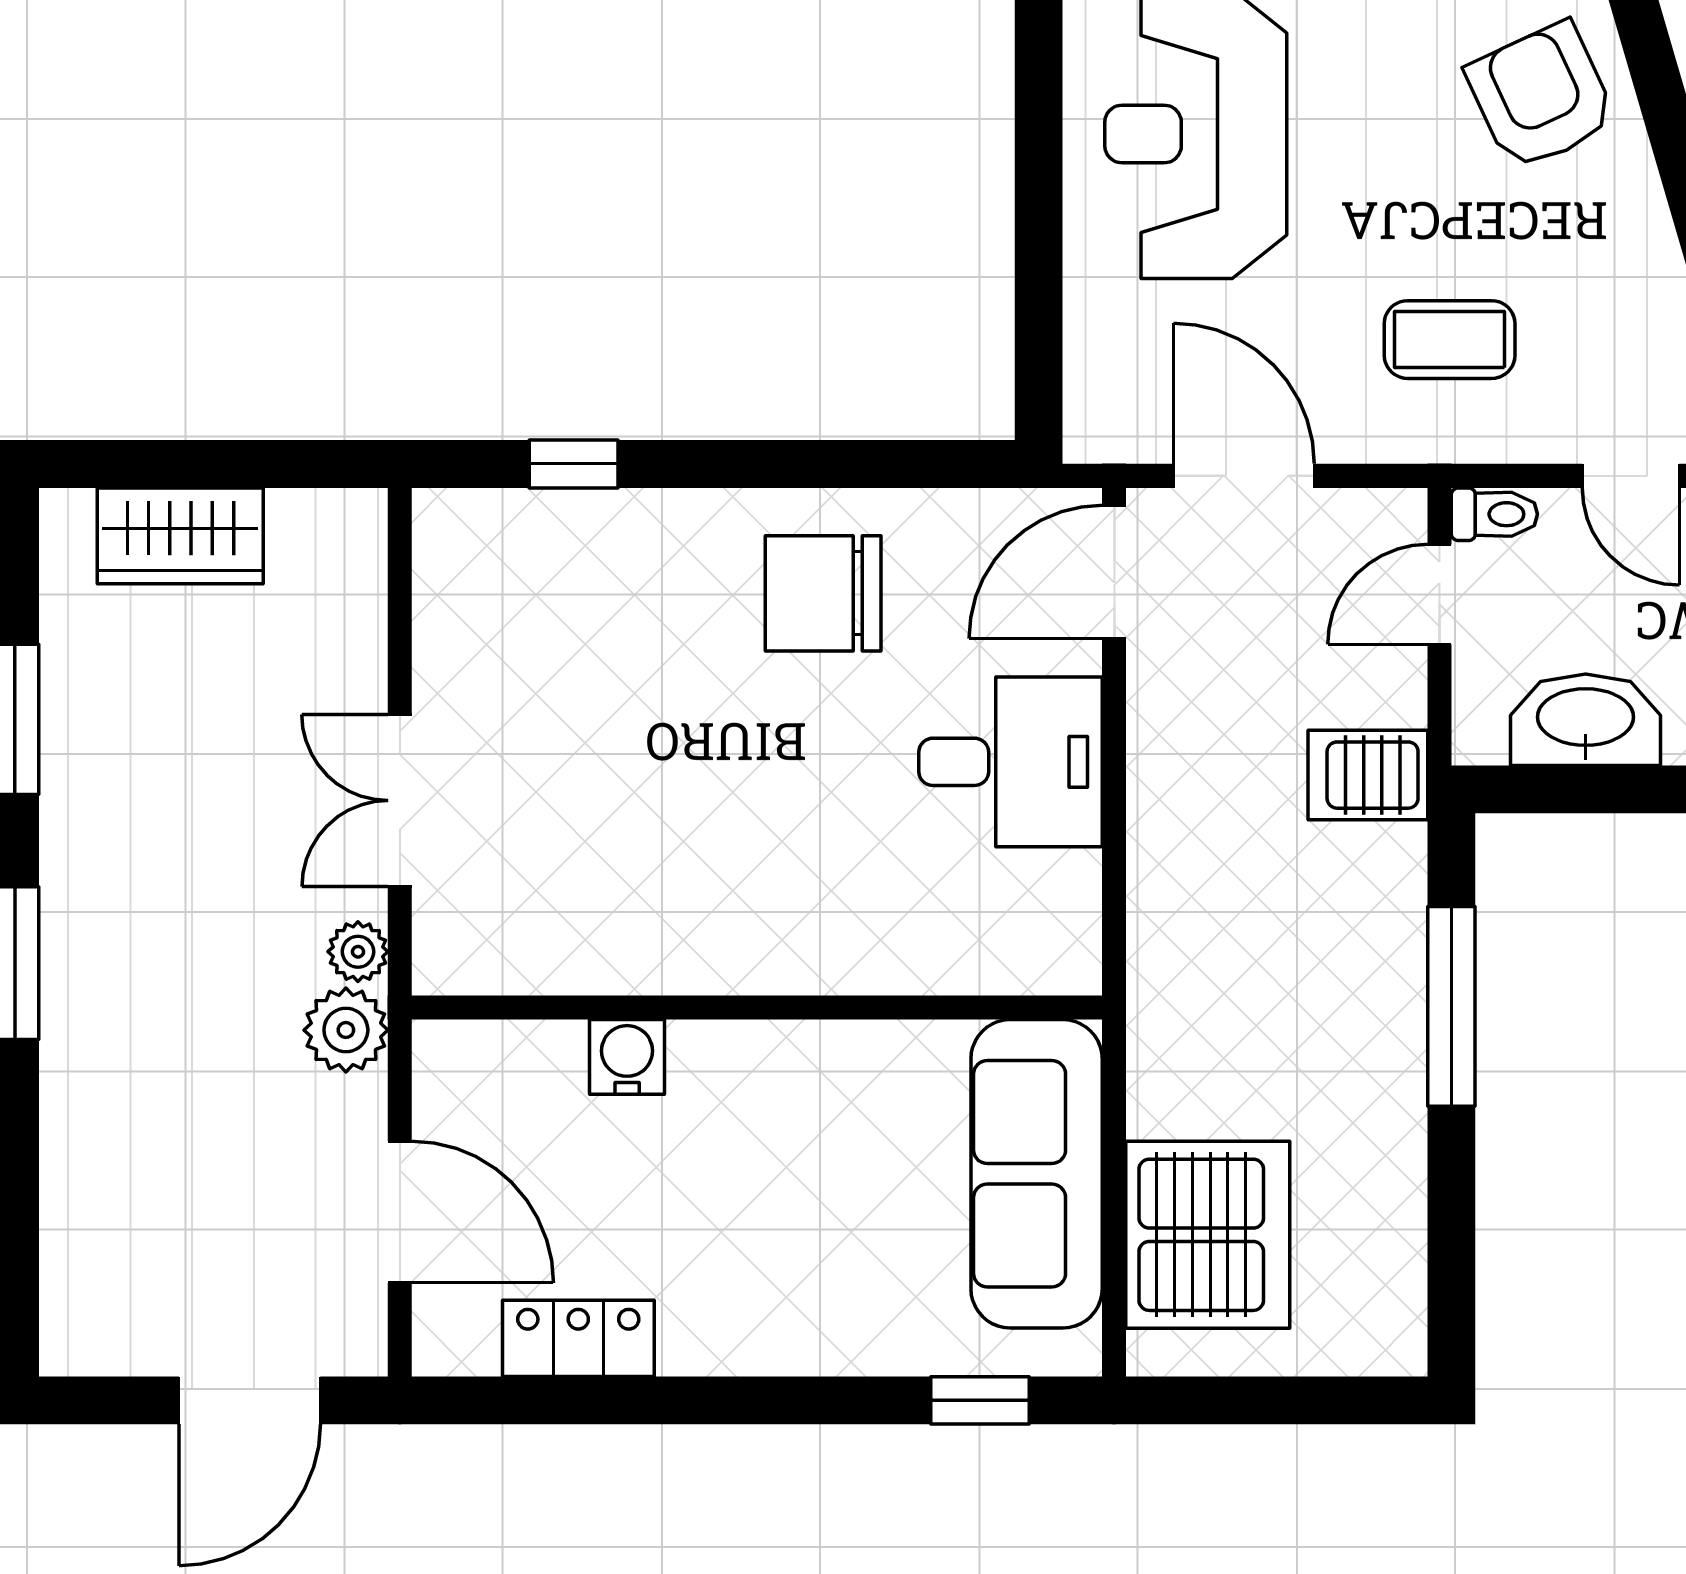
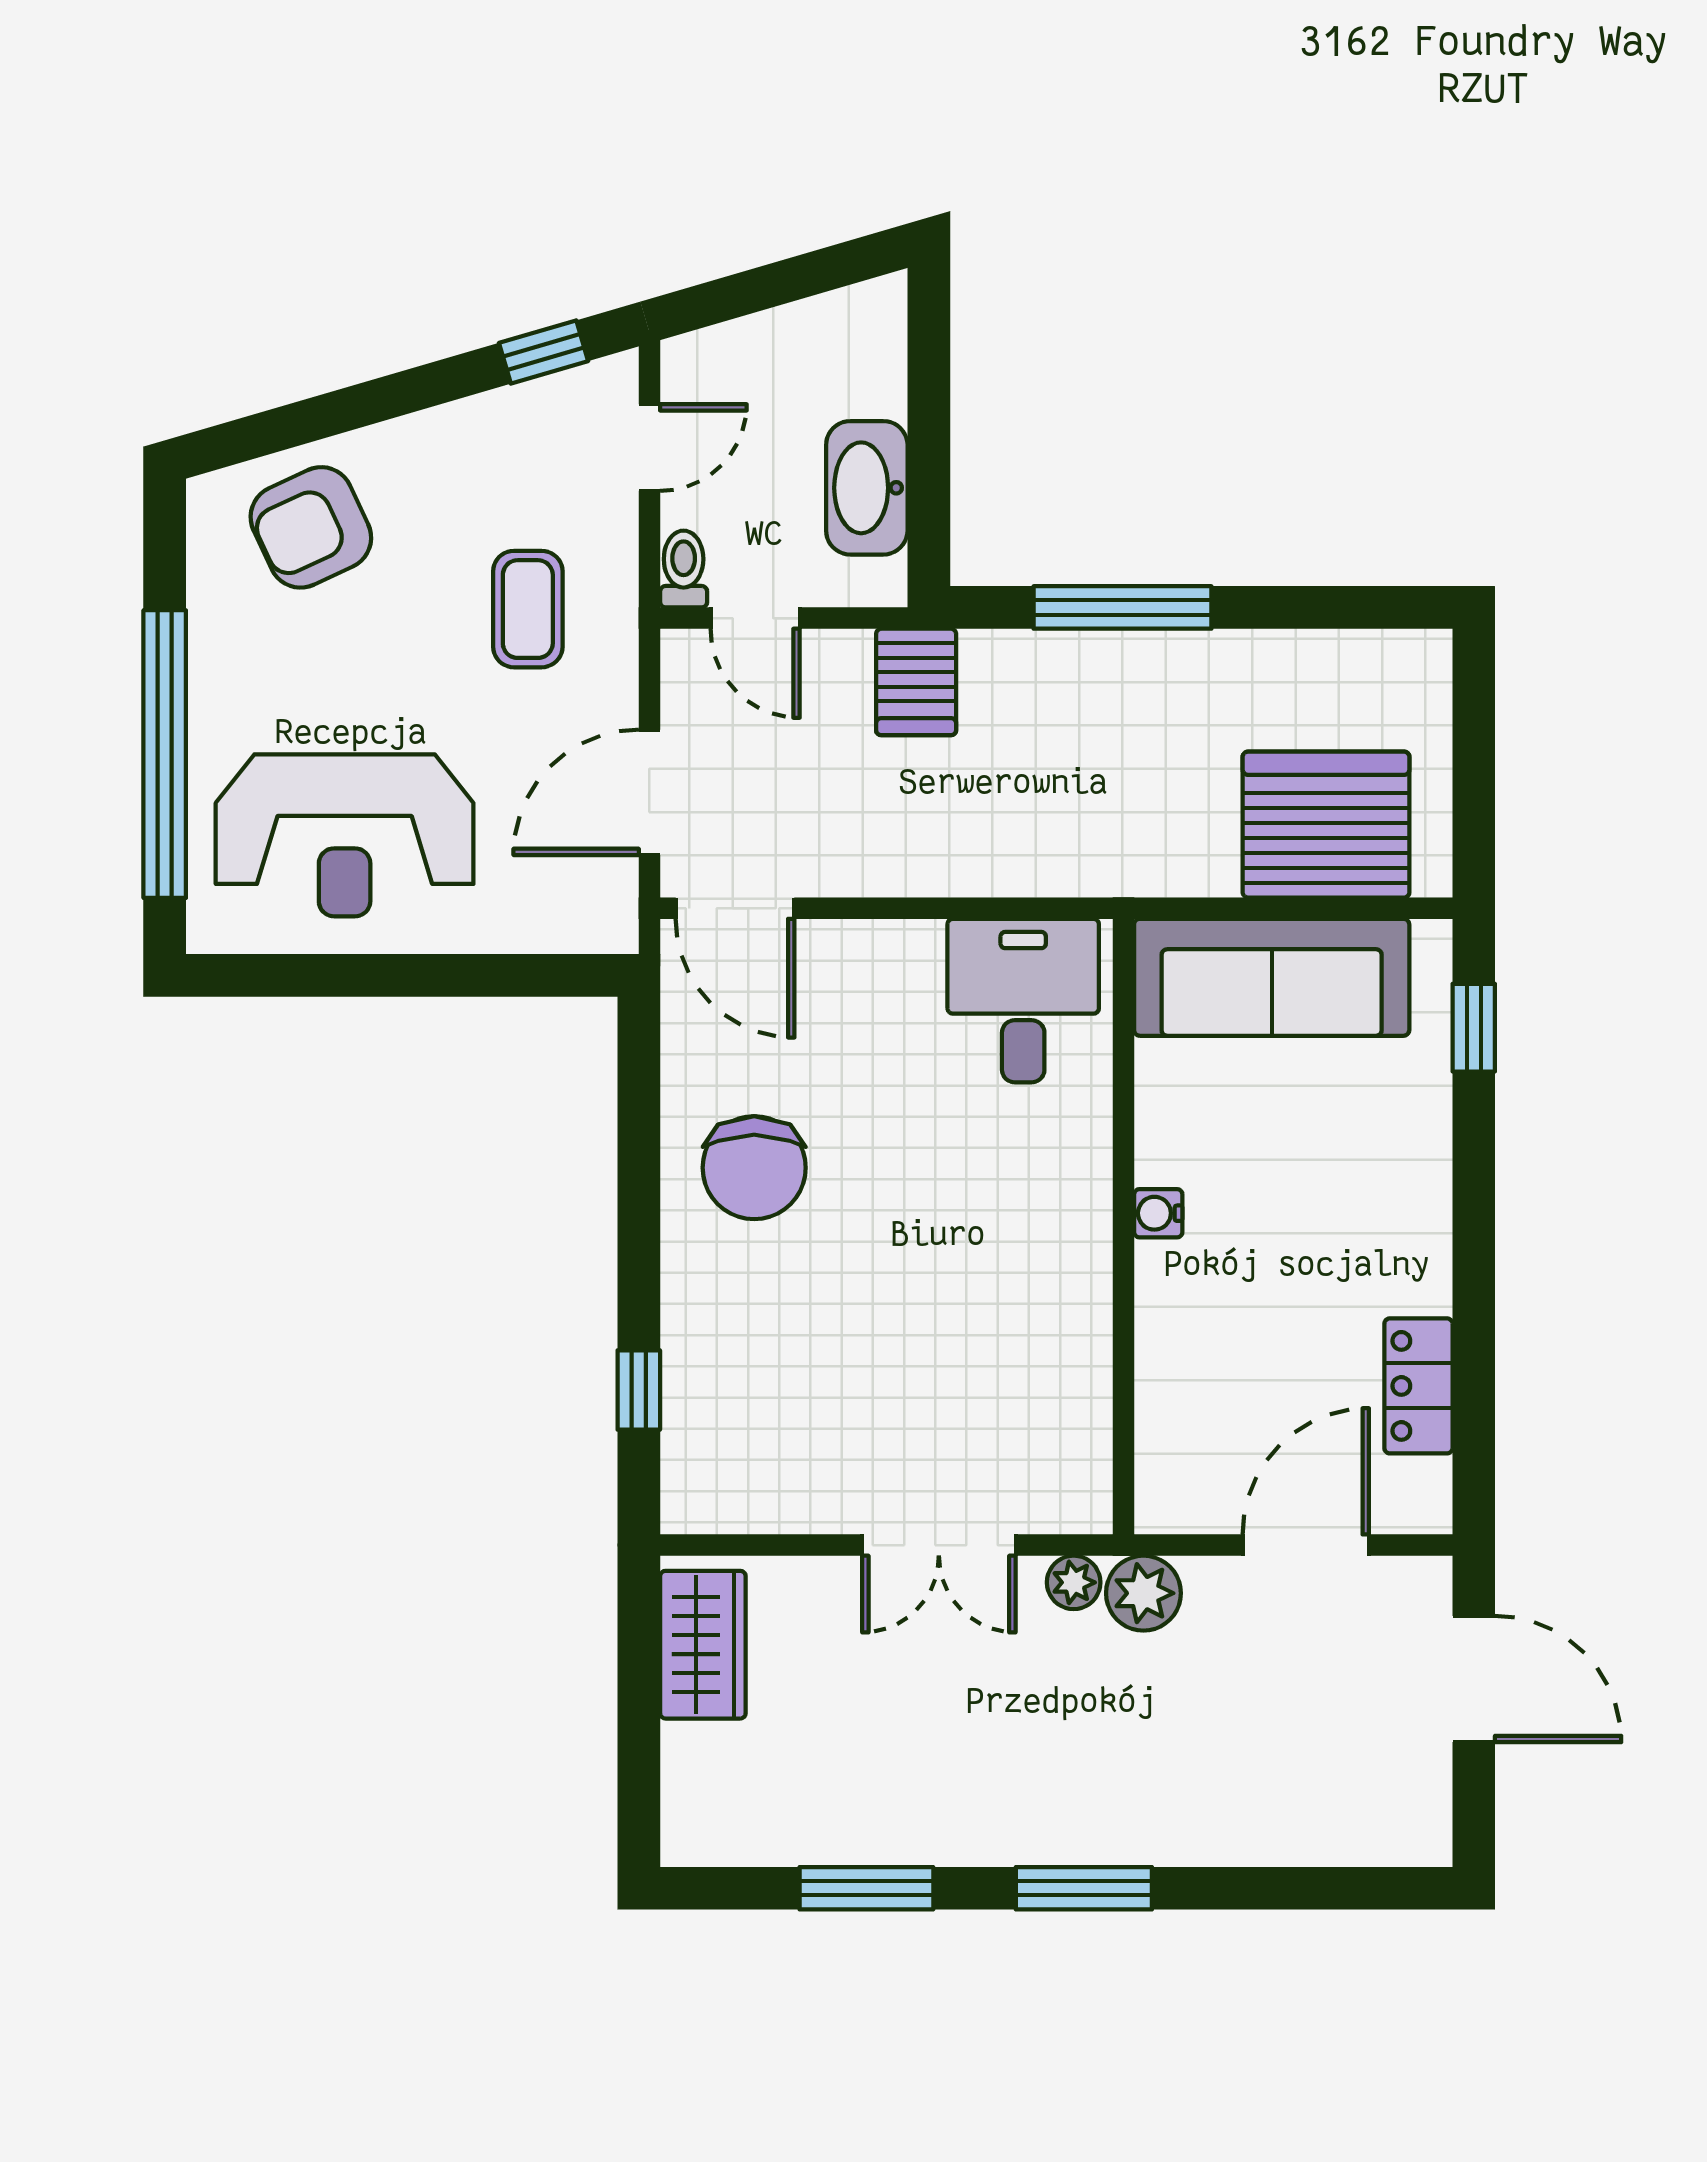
wardrobe: (180, 536) -> (703, 1645), moved
desk: (1011, 762) -> (1023, 1001), moved
water cooler: (627, 1057) -> (1158, 1213), moved, width x0.72, depth x0.72

